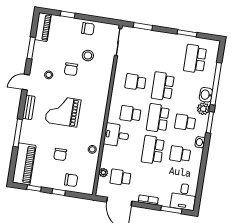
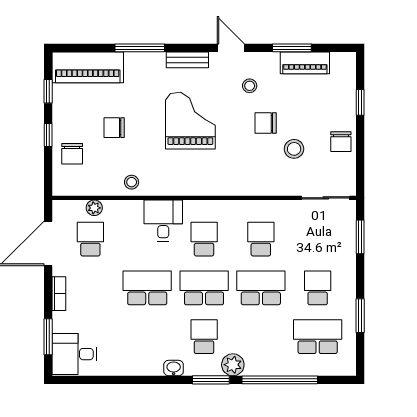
piano: (43, 27) -> (305, 63), moved
washbasin: (206, 95) -> (258, 365), removed
school desk: (180, 154) -> (318, 288), moved

